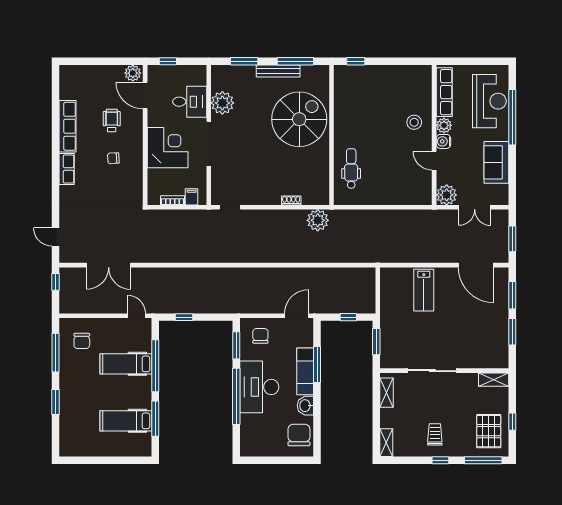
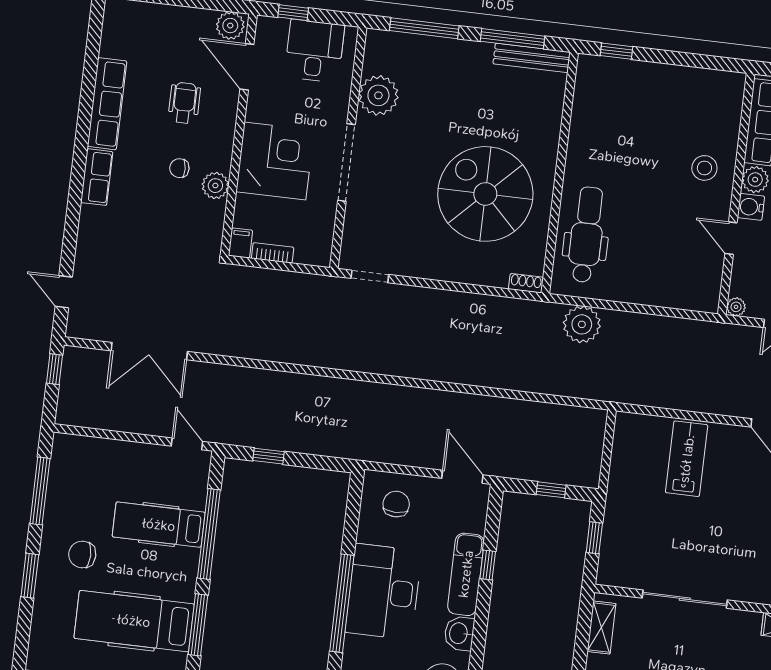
window: (244, 61) -> (424, 28), width x1.44
bench: (278, 71) -> (532, 58), moved
desk: (190, 102) -> (314, 51), moved, turned -90
spiral stairs: (299, 119) -> (485, 194), moved, turned -90
plant: (135, 166) -> (215, 186), added
dental chair: (351, 169) -> (587, 235), width x1.36, depth x1.38
plant: (447, 195) -> (736, 307), width x0.53, depth x0.53
filing cabinet: (192, 197) -> (240, 243), moved
shoe rack: (291, 200) -> (526, 283), moved
plant: (318, 220) -> (582, 324), moved
lab bench: (424, 290) -> (687, 459), turned 180
door: (297, 316) -> (462, 477), hinge flipped
chair: (82, 341) -> (82, 555), moved, turned 90
window: (376, 342) -> (594, 538), width x0.67
window: (236, 345) -> (352, 516), removed
window: (317, 365) -> (488, 565), width x0.46
hospital bed: (126, 421) -> (134, 621), width x1.37, depth x1.29

